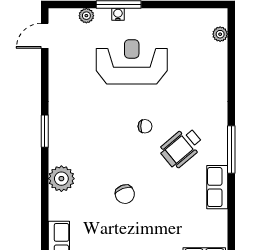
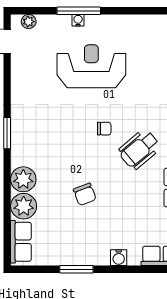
plant: (86, 16) -> (29, 22), moved
plant: (62, 206) -> (24, 206), added

